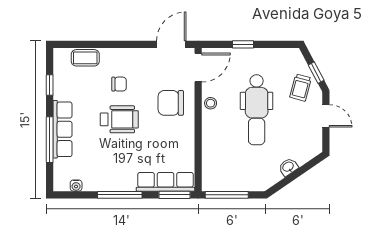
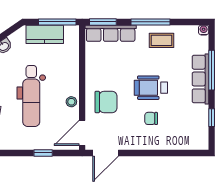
coffee table: (85, 58) -> (161, 40), moved
dental chair: (257, 110) -> (31, 96), turned 180
kitchen counter: (241, 181) -> (45, 34), added
water cooler: (76, 186) -> (204, 30), moved

